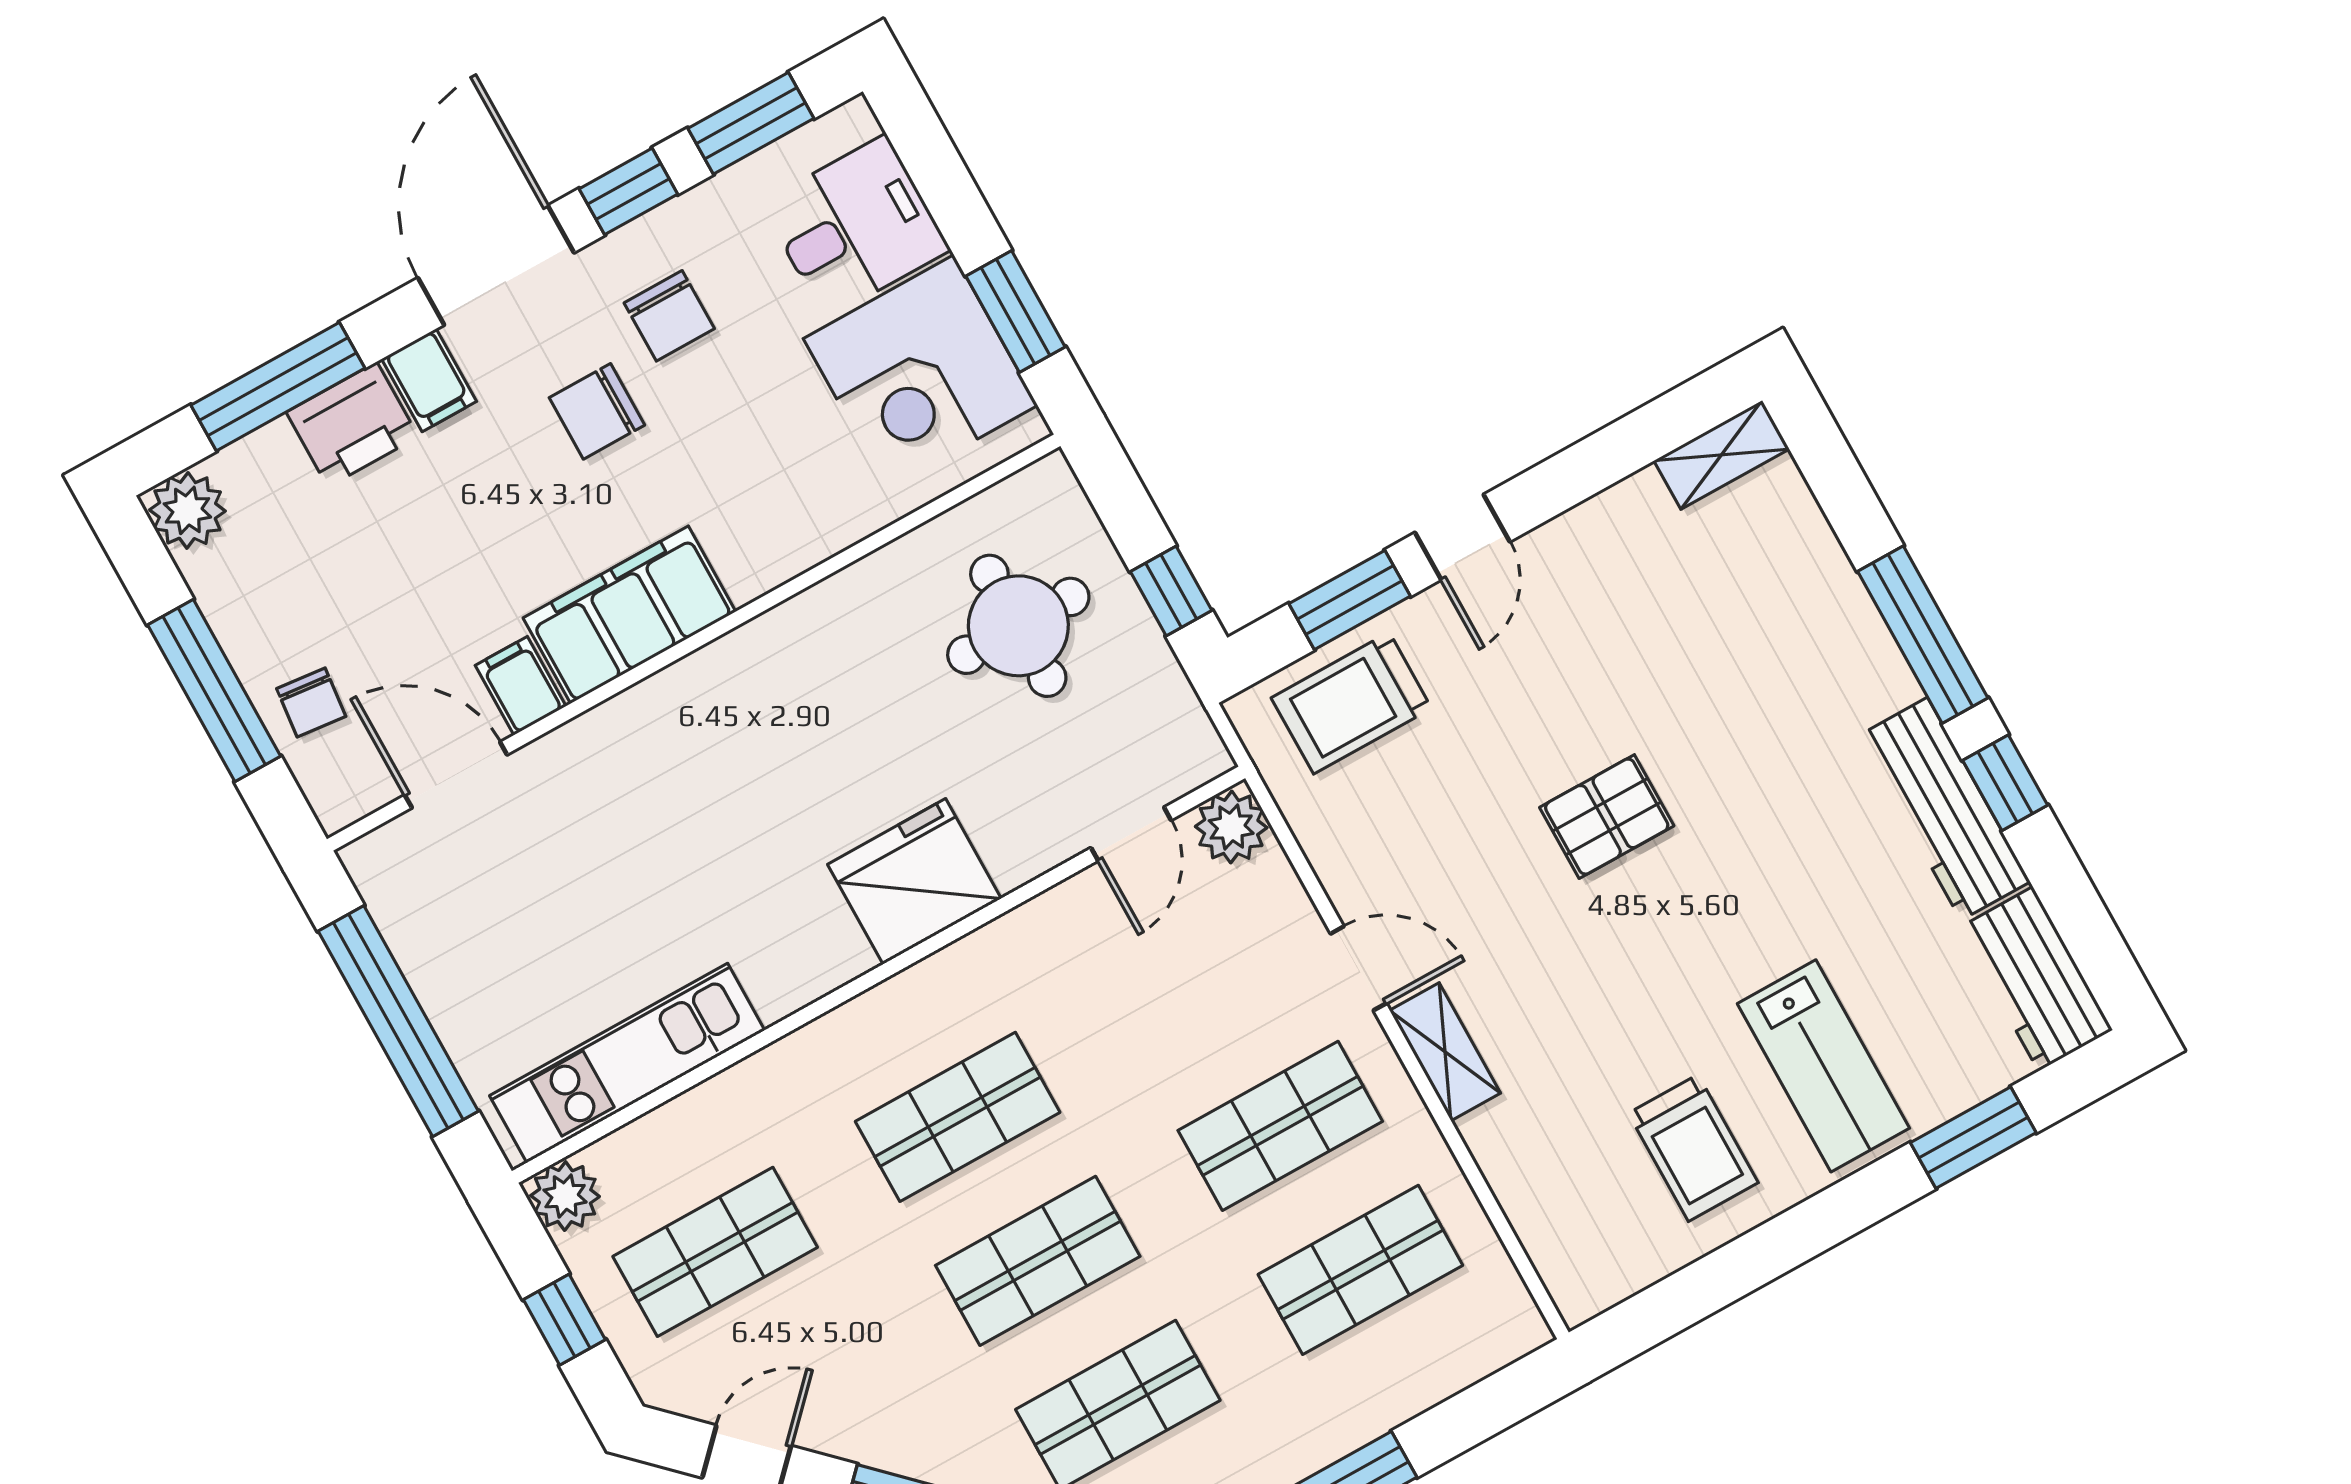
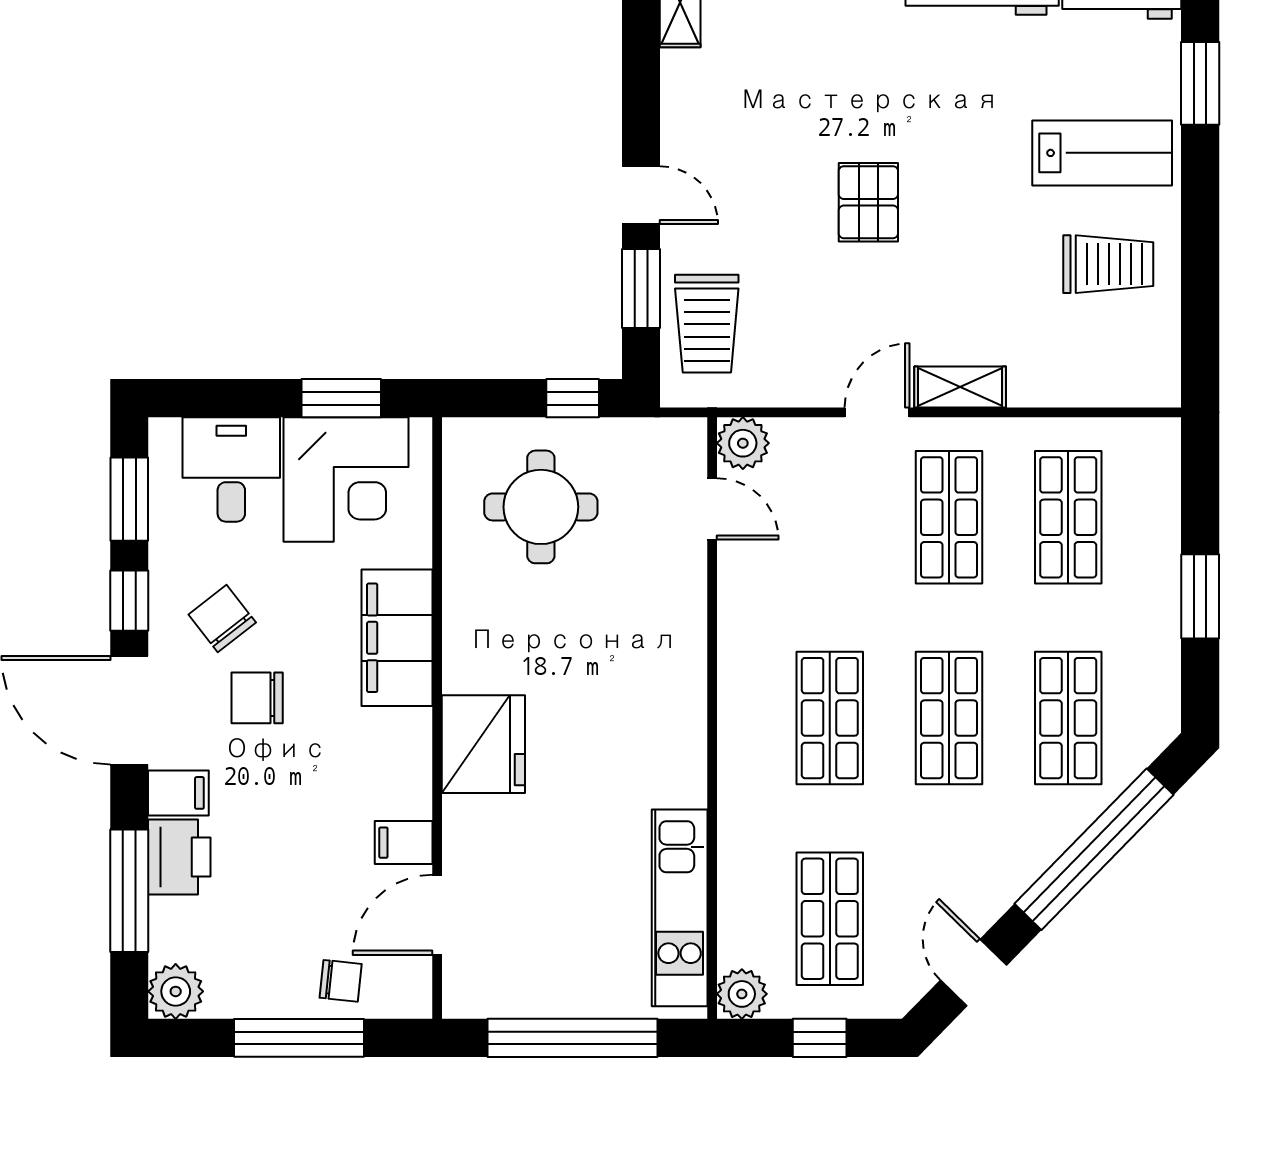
chair: (669, 316) -> (222, 619), turned -128
chair: (597, 411) -> (257, 698), turned 90
filing cabinet: (629, 615) -> (397, 638), moved
fridge: (914, 881) -> (483, 744), moved, turned 180

